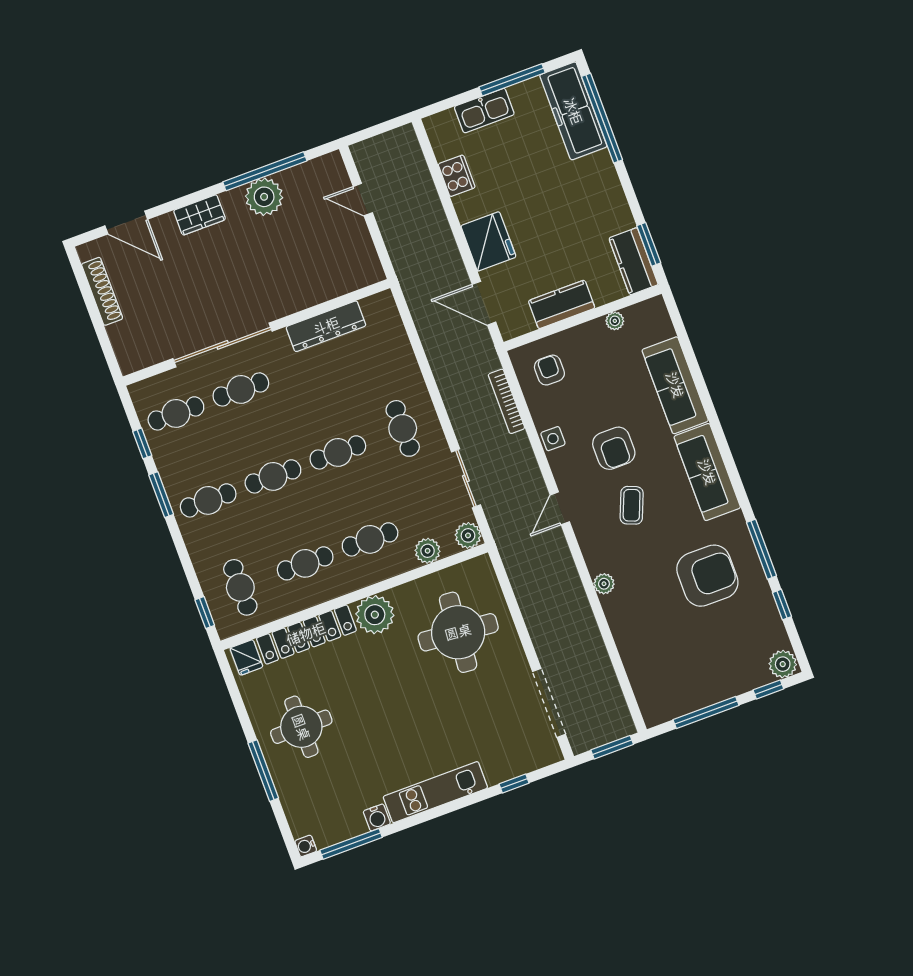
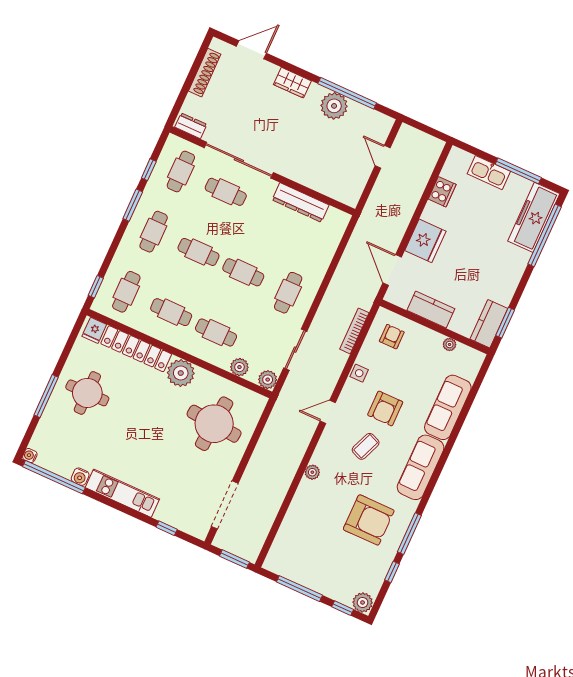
door: (126, 223) -> (251, 50), swing flipped
dresser: (141, 358) -> (191, 126), added
cafe table: (176, 413) -> (181, 171), turned 90
cafe table: (208, 500) -> (154, 232), turned 90
window: (351, 844) -> (54, 477), width x1.46

